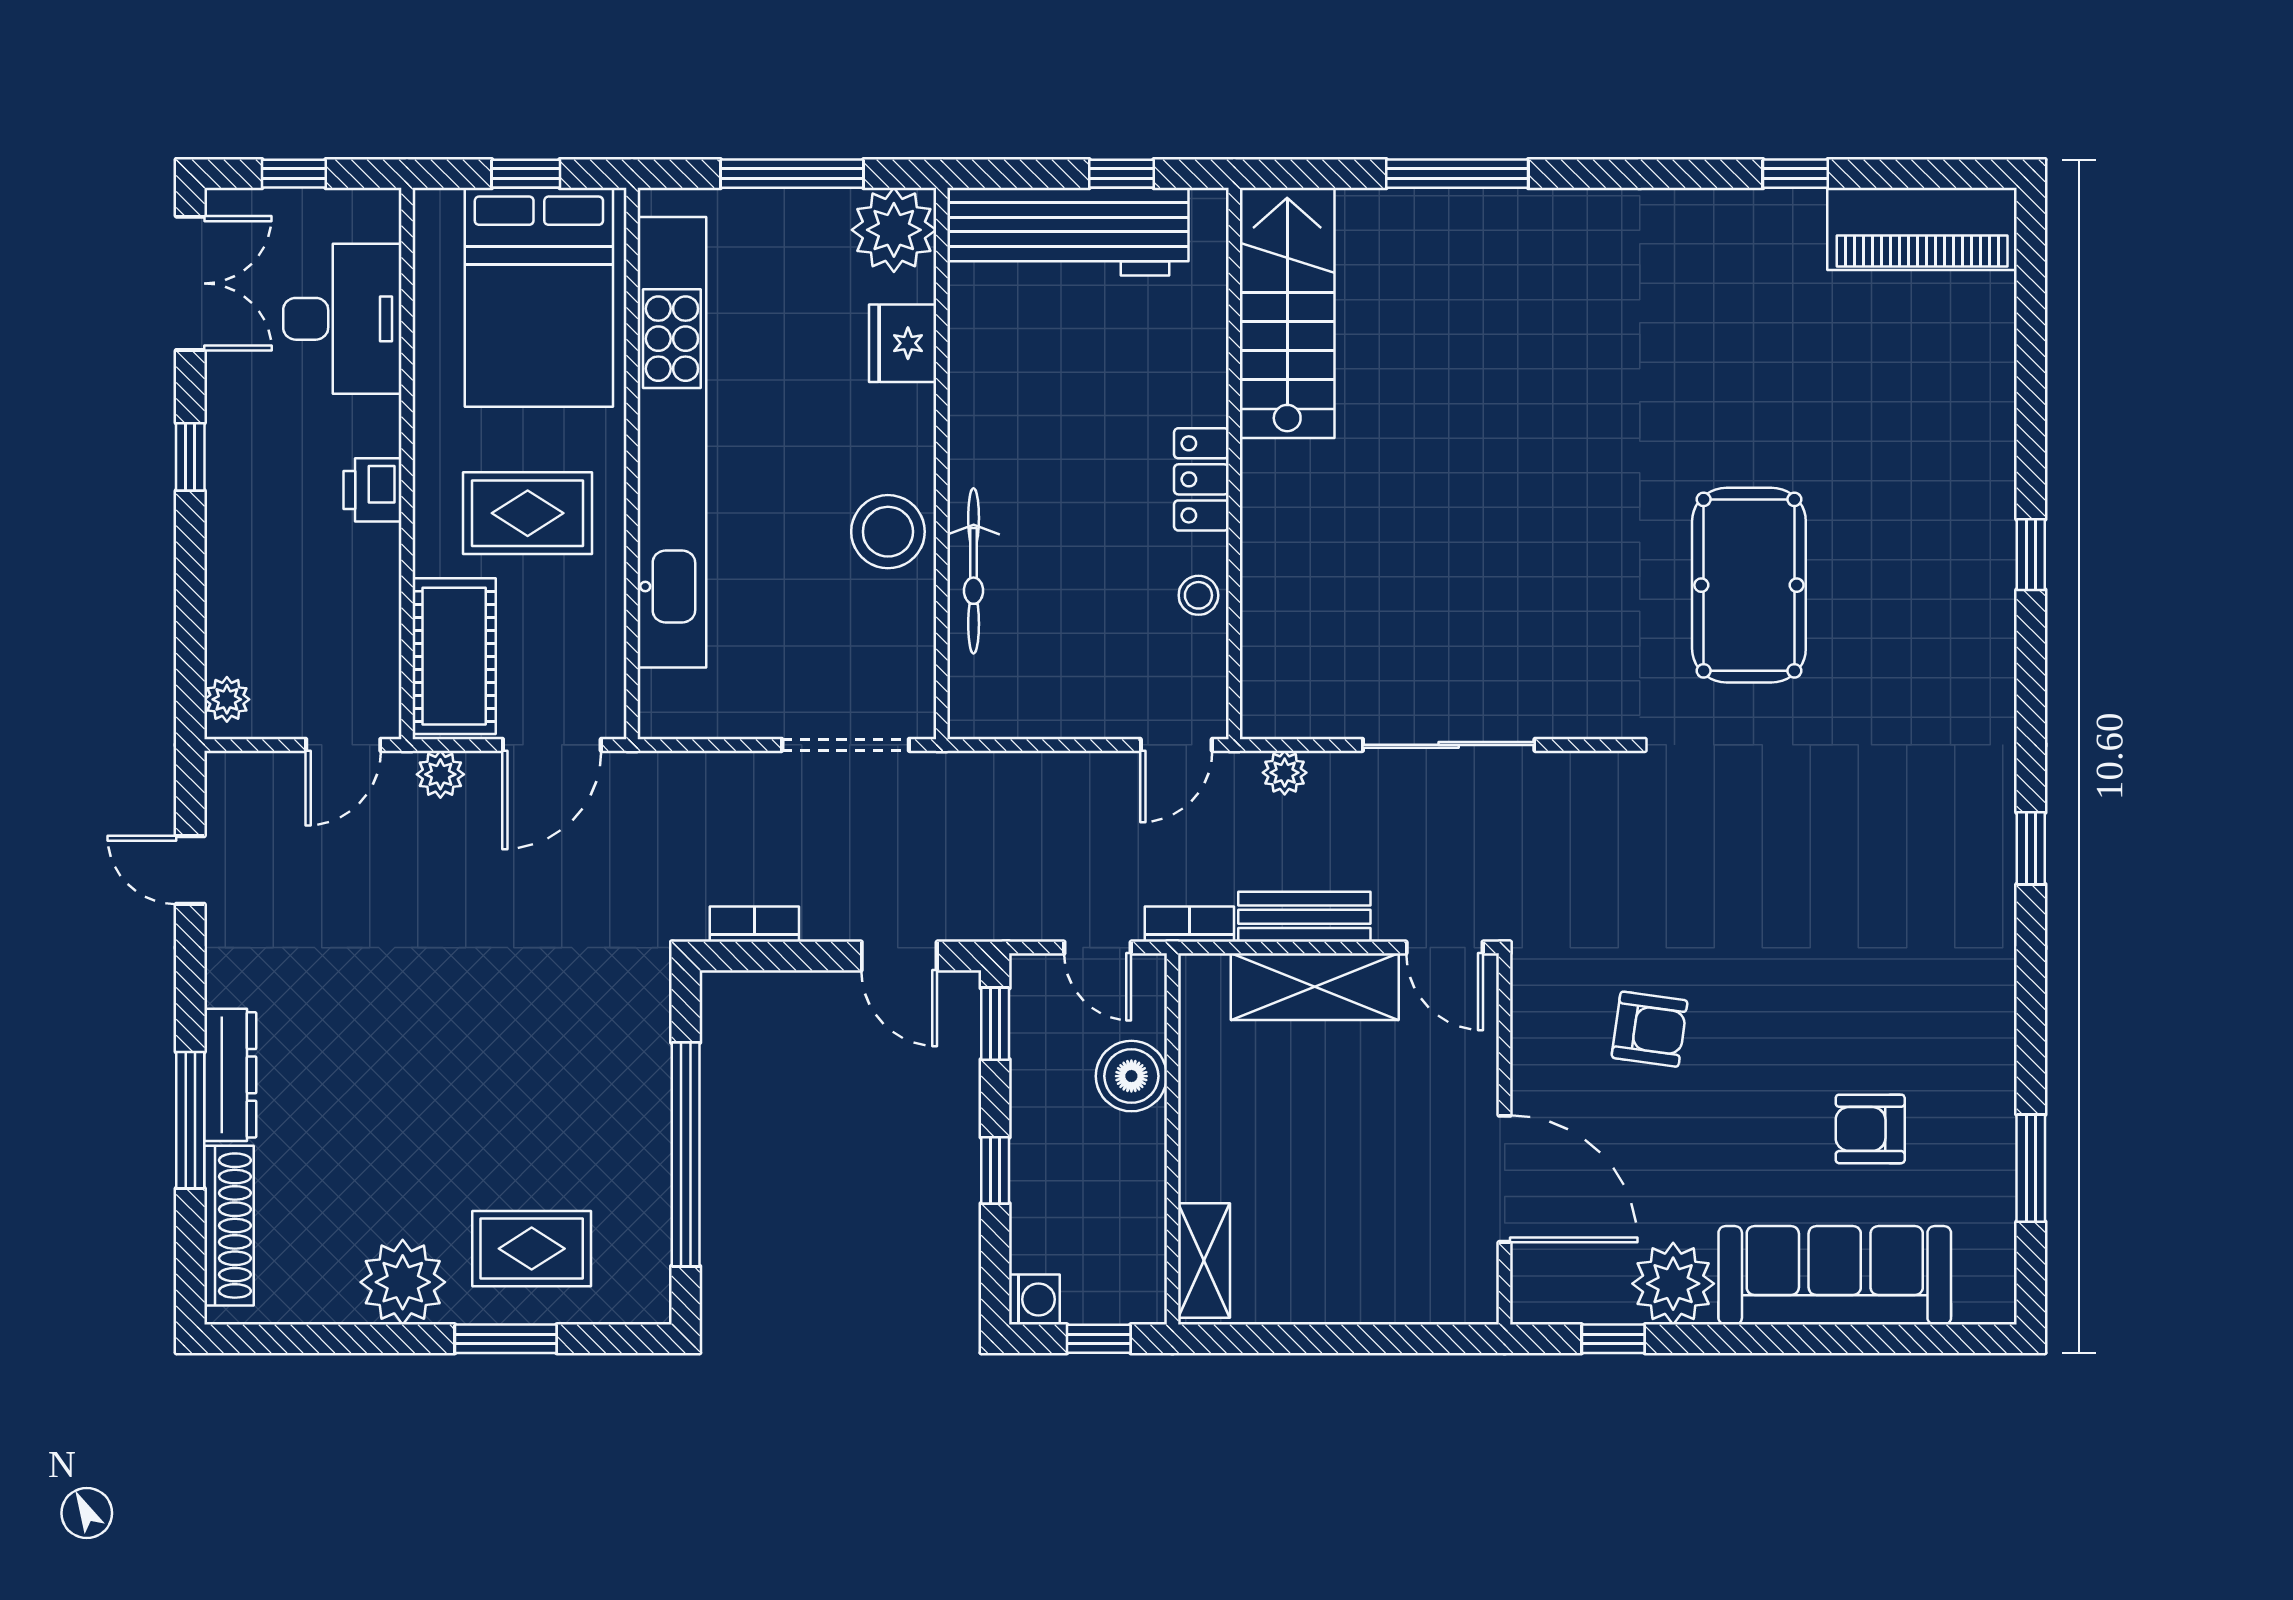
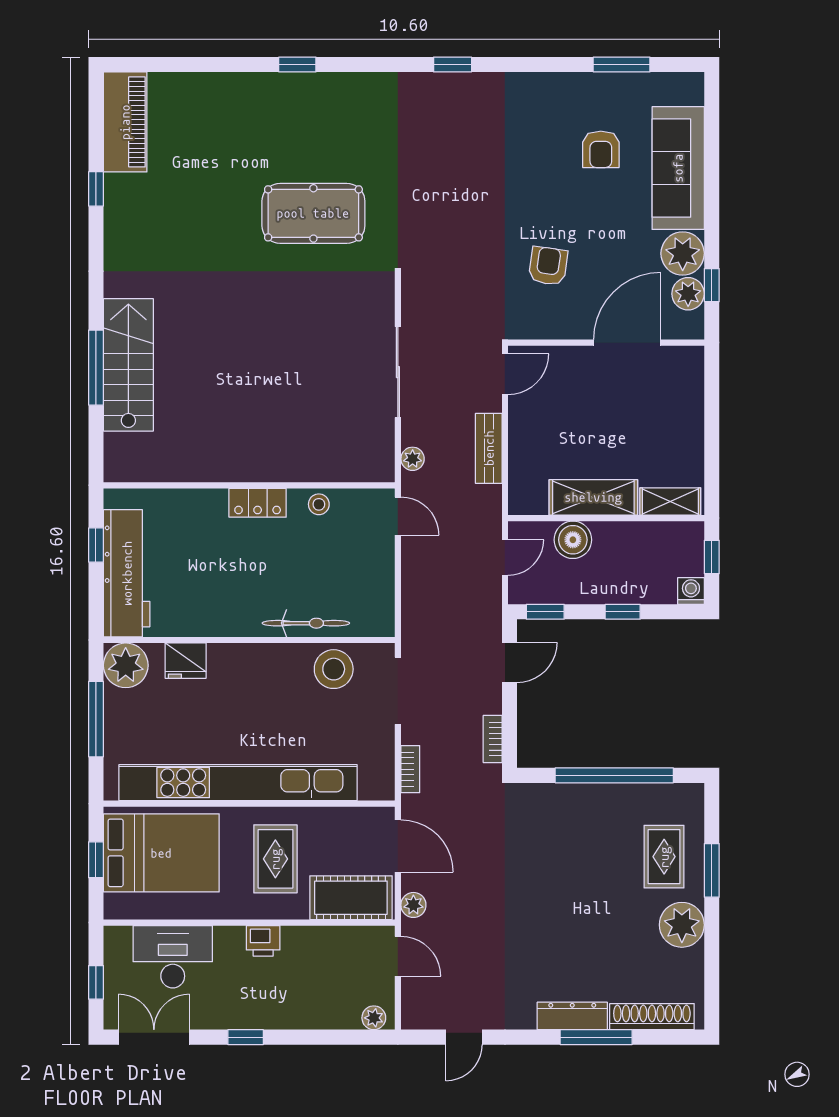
stairs: (1287, 313) -> (128, 365), moved, turned 90
stool: (888, 532) -> (334, 669), moved
bookcase: (1189, 924) -> (410, 769), moved, turned 180
shelving: (1315, 987) -> (593, 497), moved, turned 90
plant: (1597, 1294) -> (688, 294), added

